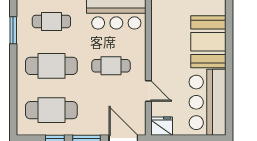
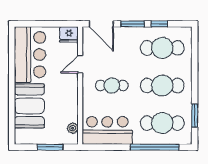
plant: (157, 15) -> (73, 128), added
cafe table: (51, 21) -> (162, 123), width x1.37, depth x1.35
door: (148, 91) -> (80, 64), hinge flipped

